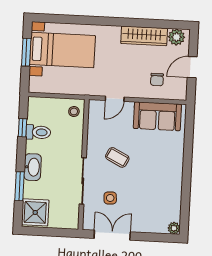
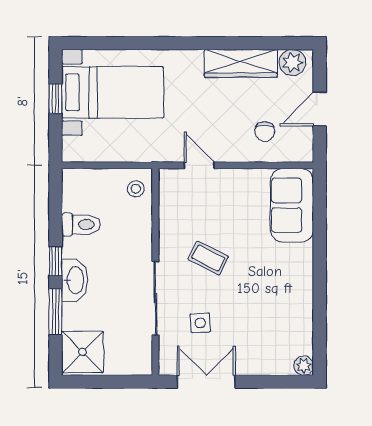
window: (26, 52) -> (56, 99), width x0.67
door: (115, 99) -> (199, 165), swing flipped
sofa: (157, 116) -> (292, 205), moved, turned 90
window: (22, 128) -> (56, 261), moved

